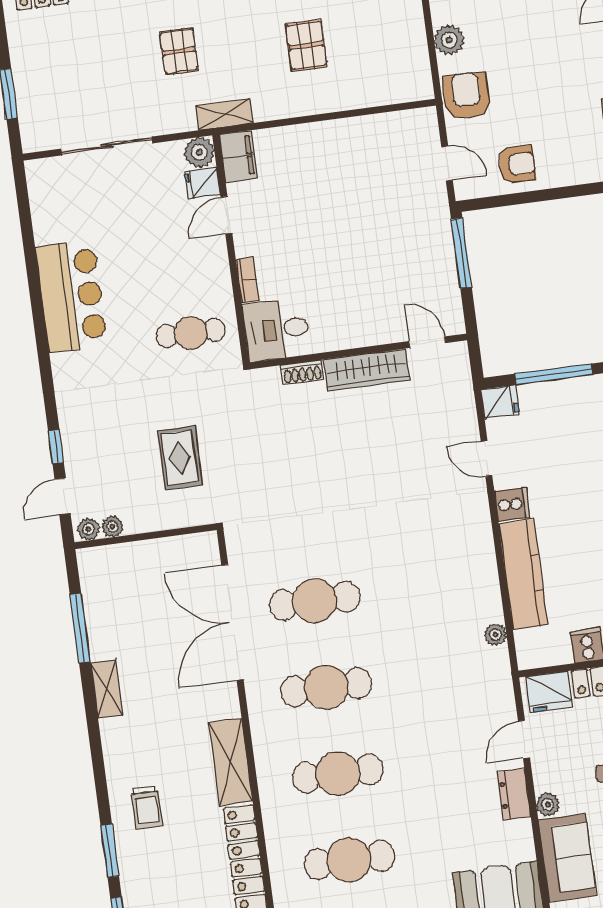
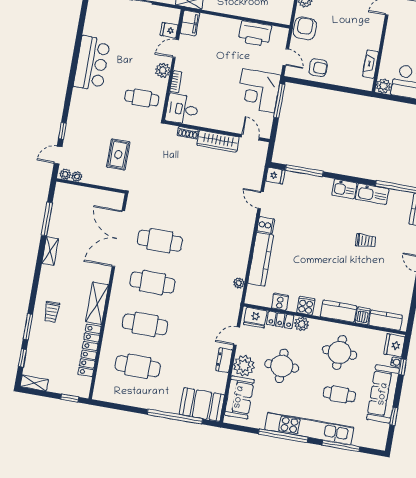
printer: (372, 137) -> (255, 33), added
plant: (199, 152) -> (163, 70), moved
corner desk: (415, 246) -> (259, 91), added
plant: (548, 805) -> (244, 366), width x1.88, depth x1.88

